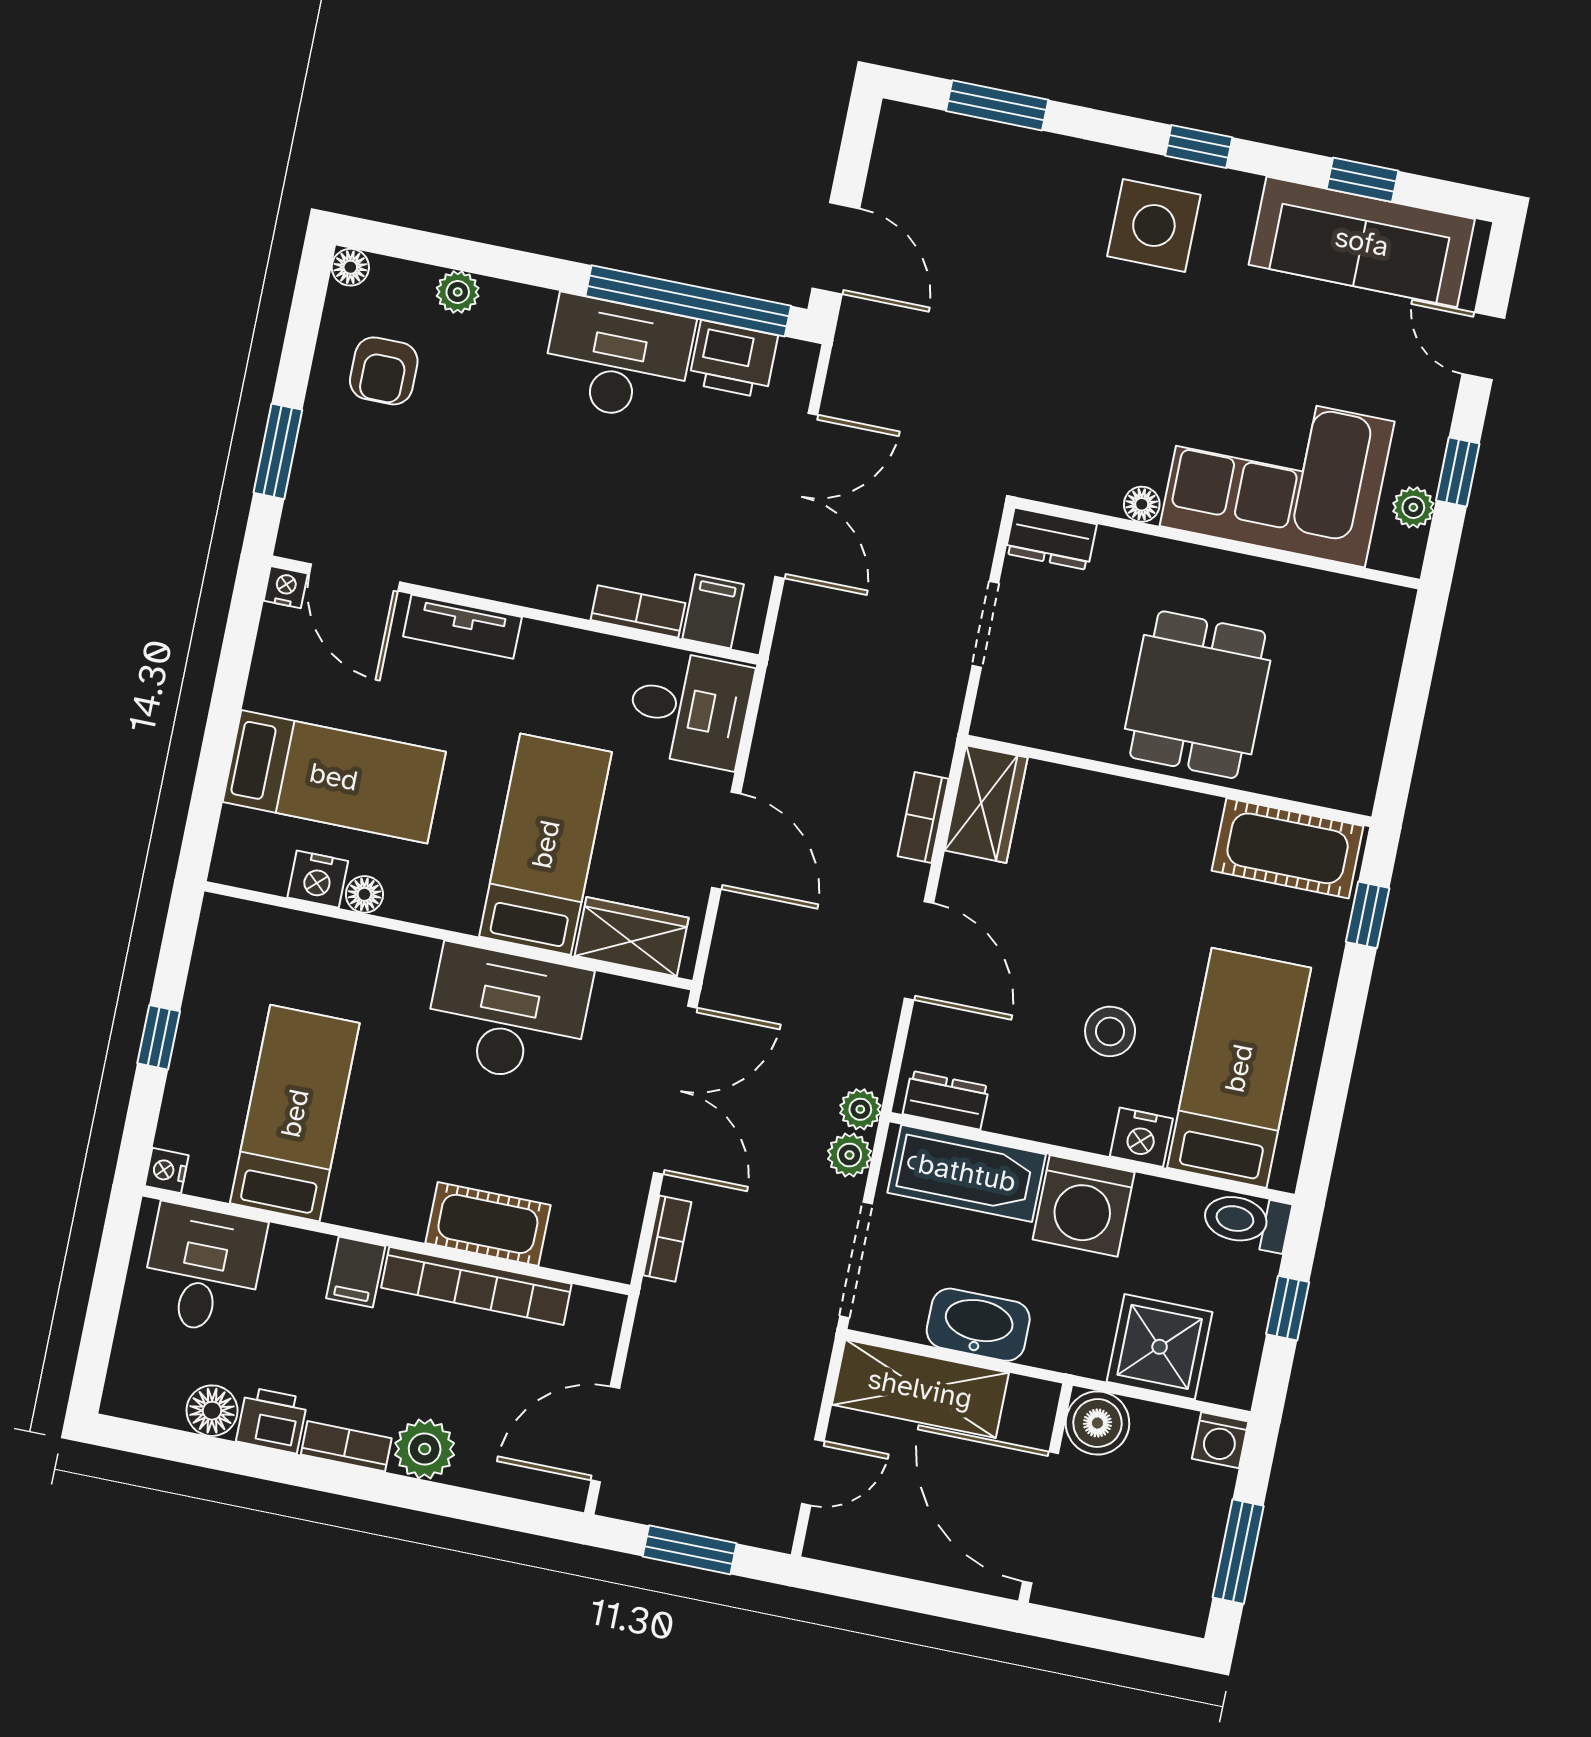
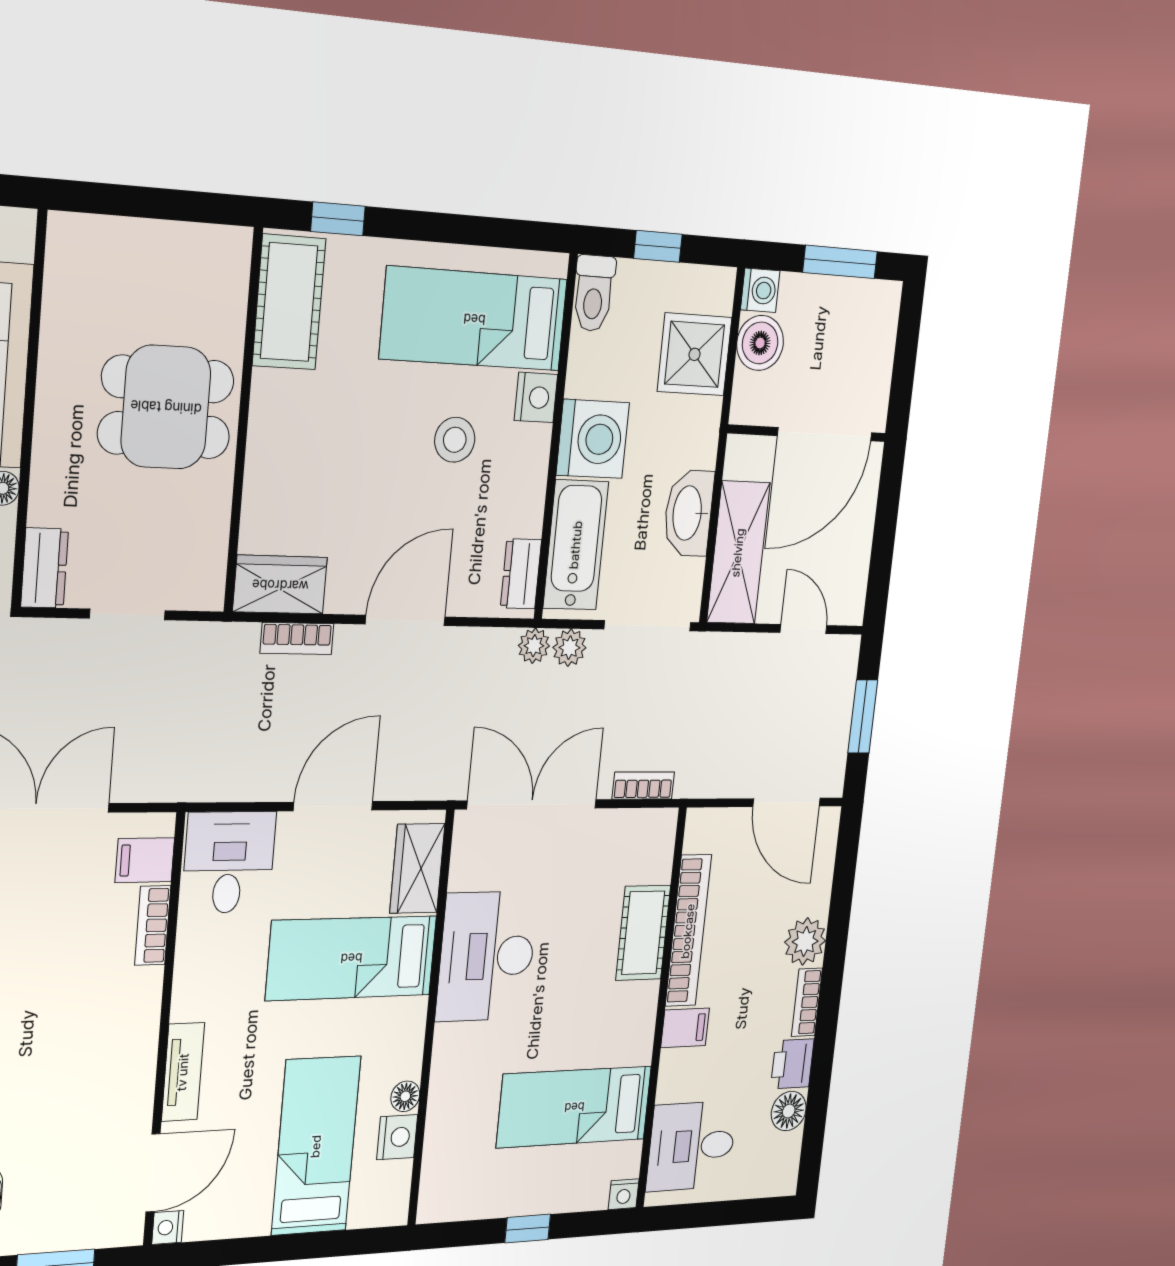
boiler: (1097, 1423) -> (760, 343), moved

